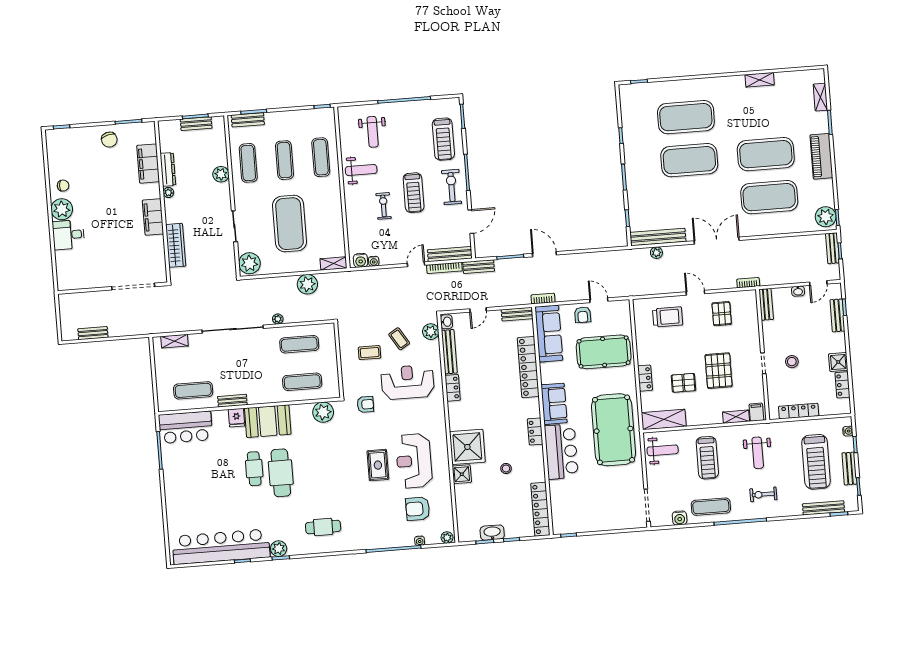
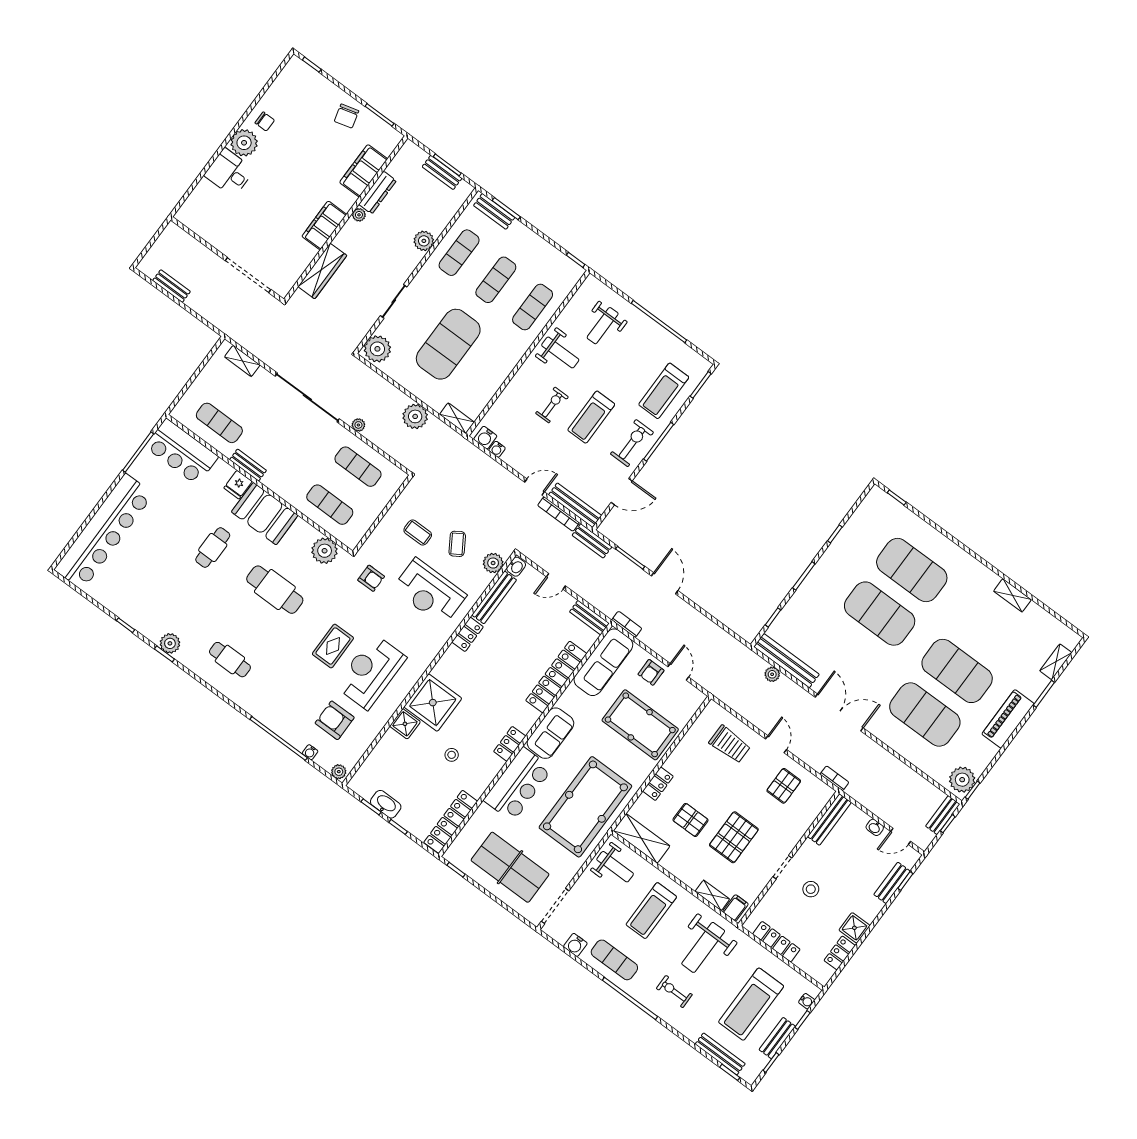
bench: (766, 304) -> (829, 819), width x1.36
reception desk: (408, 382) -> (429, 592), turned 180
weight bench: (758, 453) -> (703, 947), width x1.36, depth x1.33
cafe table: (281, 473) -> (275, 590), moved, turned 90
table tennis table: (600, 505) -> (510, 867), added
bar counter: (221, 547) -> (104, 532), moved, turned 90

